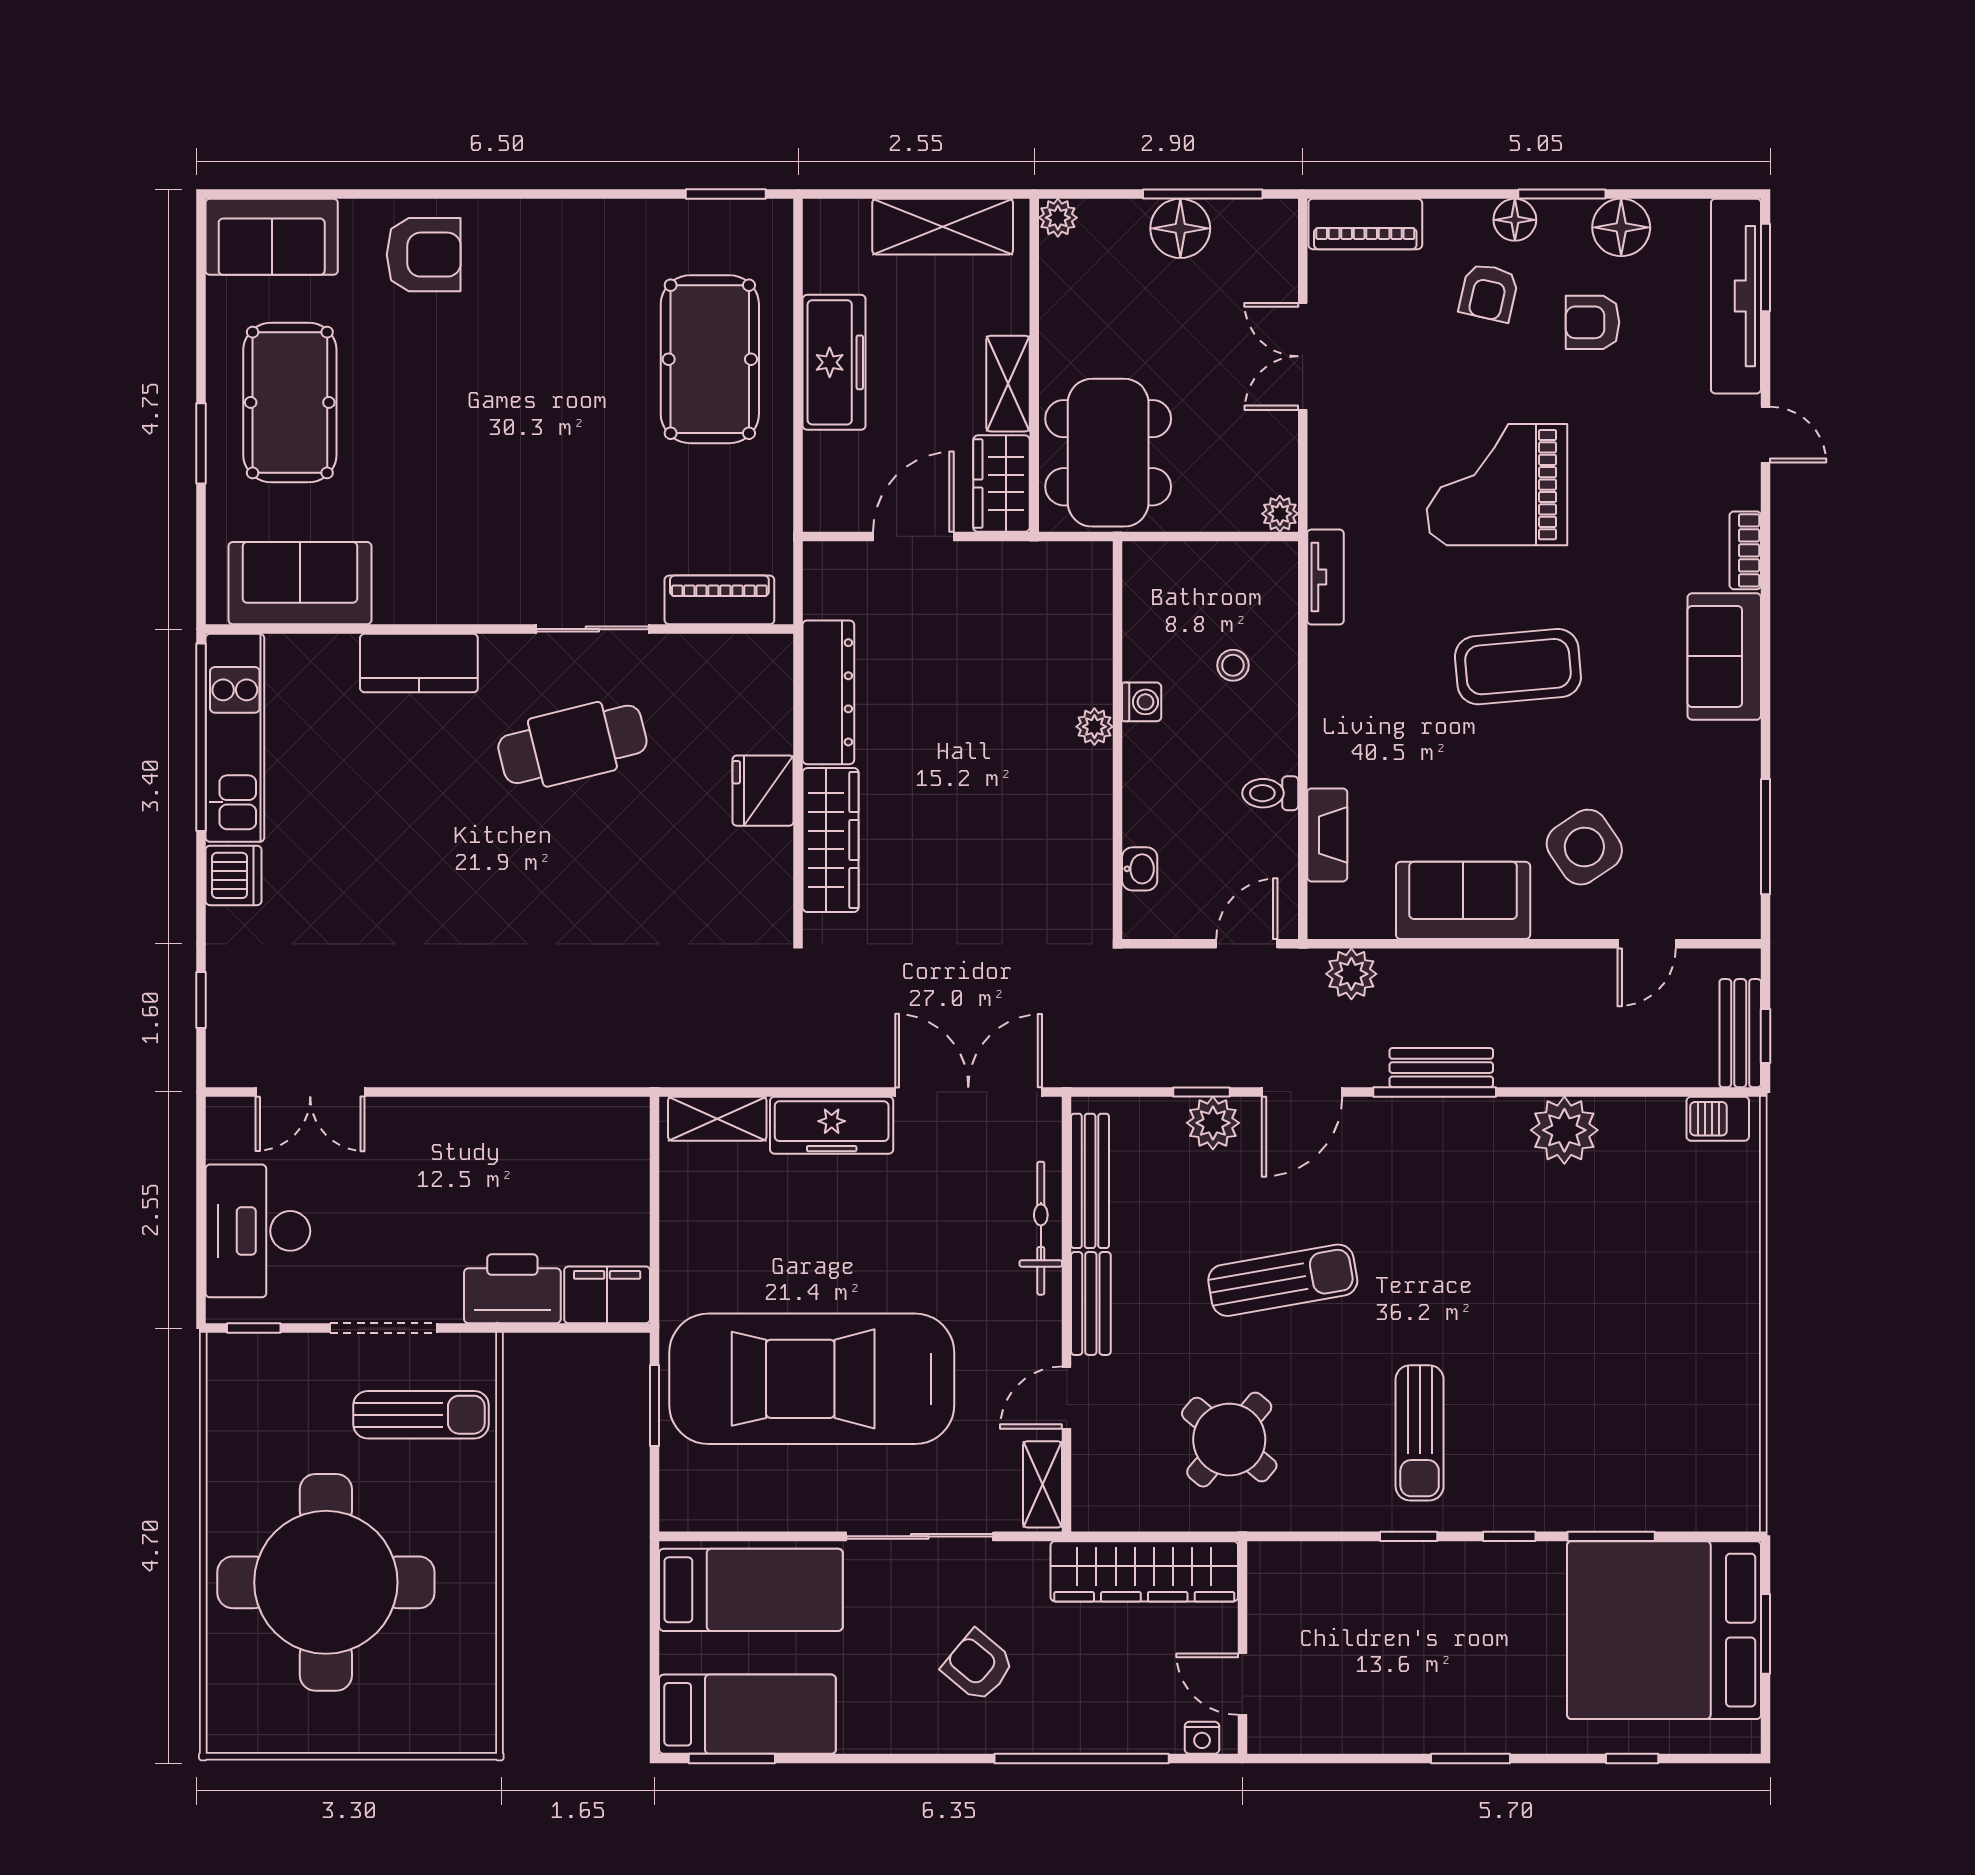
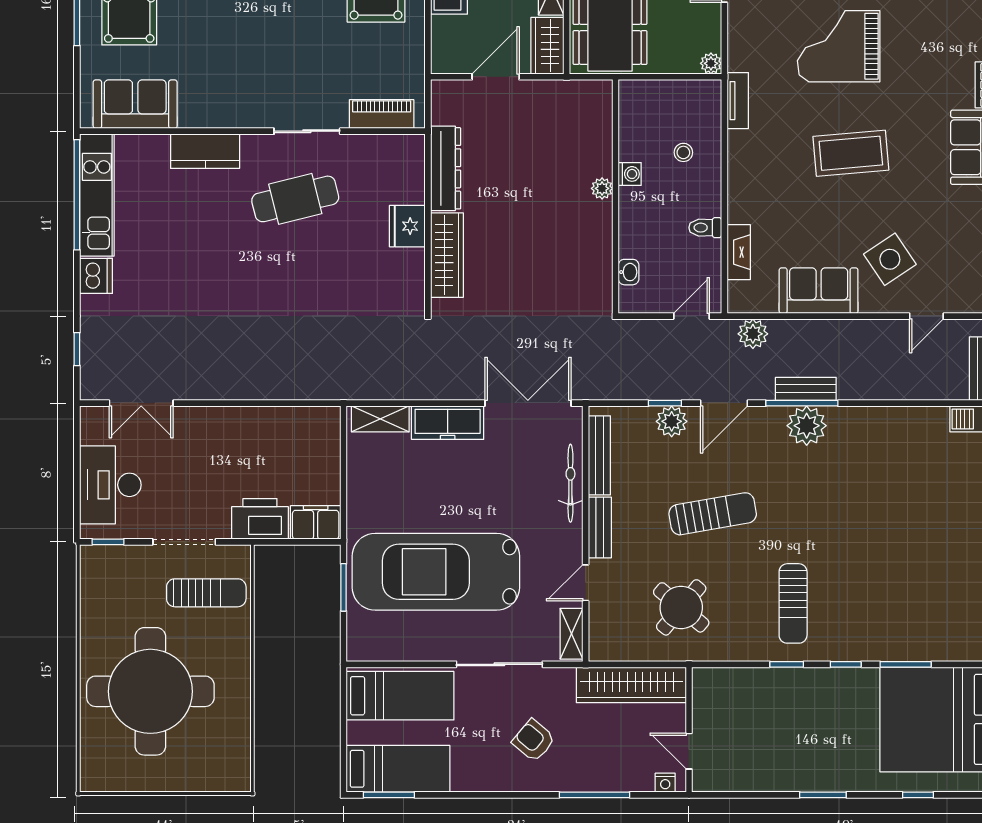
plant: (1564, 1130) -> (807, 426), moved
window: (1082, 1759) -> (594, 795), width x0.68

